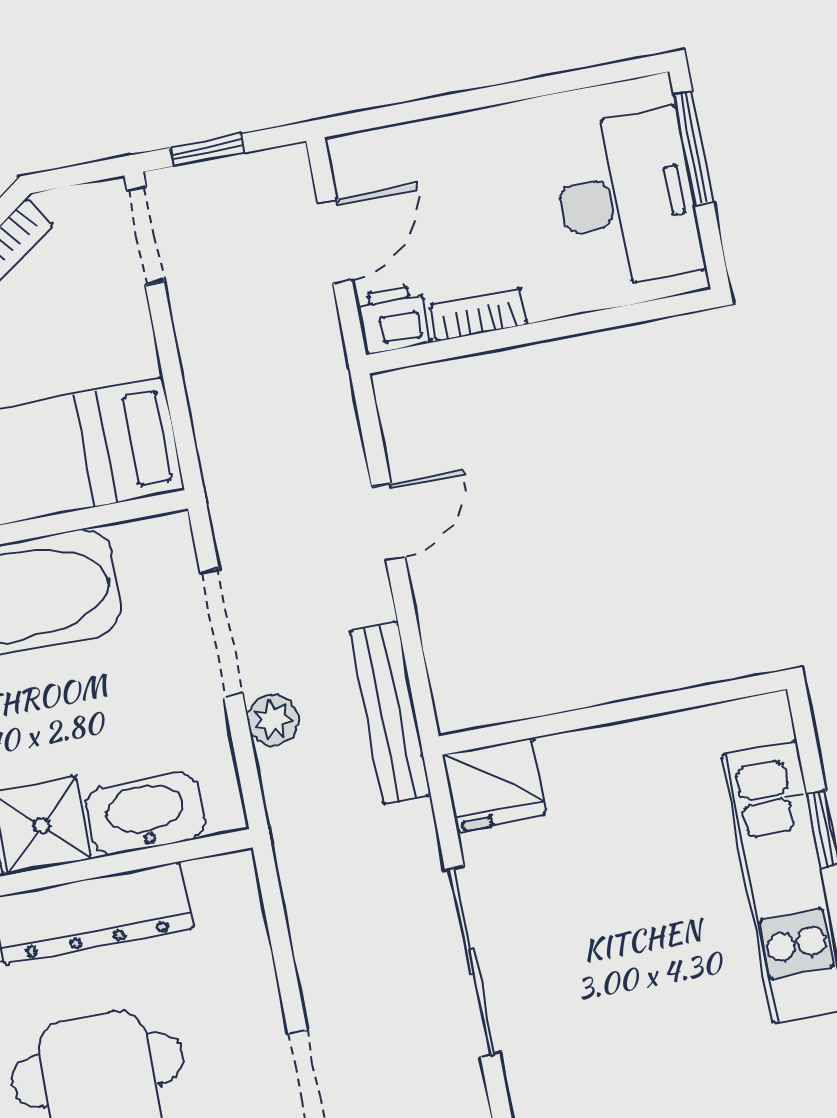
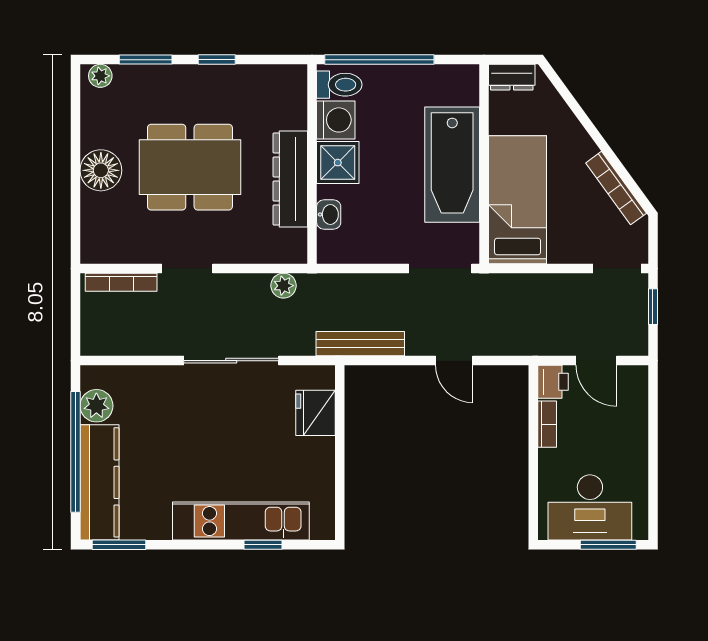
doorway: (221, 633) -> (440, 268), moved
plant: (273, 720) -> (283, 286), moved
fridge: (494, 785) -> (316, 413), moved
washbasin: (146, 813) -> (329, 214), width x0.52, depth x0.69

